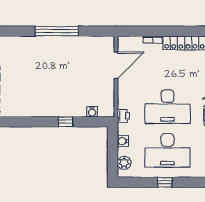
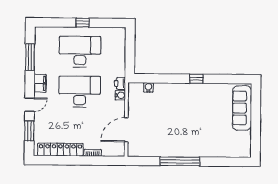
window: (65, 122) -> (196, 79), moved
water cooler: (123, 141) -> (120, 95), moved
plant: (124, 163) -> (120, 41), removed

